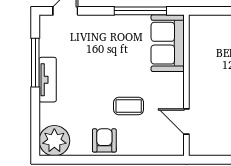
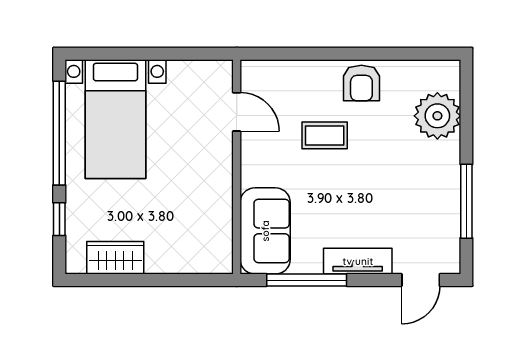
tv unit: (48, 80) -> (358, 261), moved, turned 90
plant: (54, 141) -> (437, 116), moved

